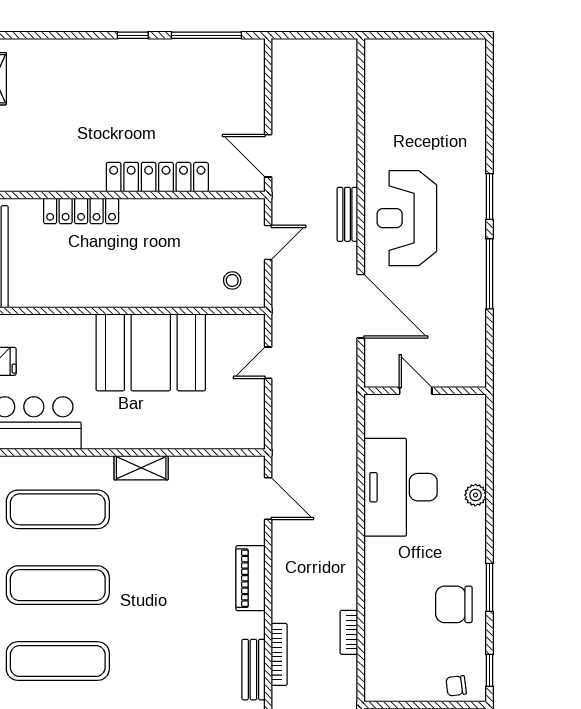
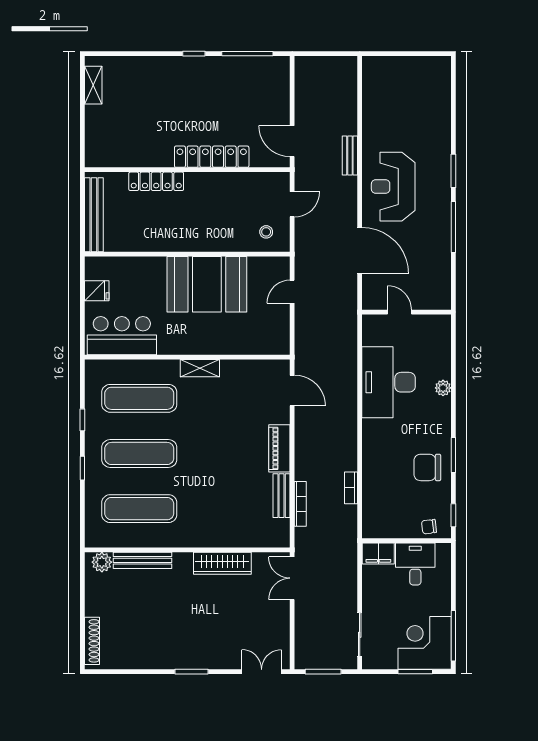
bench: (347, 214) -> (350, 156), moved
bench: (253, 670) -> (282, 496), moved

